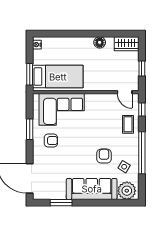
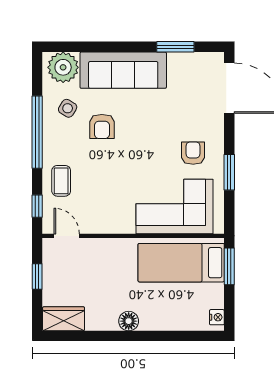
floor lamp: (100, 42) -> (129, 321), moved
armchair: (51, 141) -> (193, 153), turned 90

